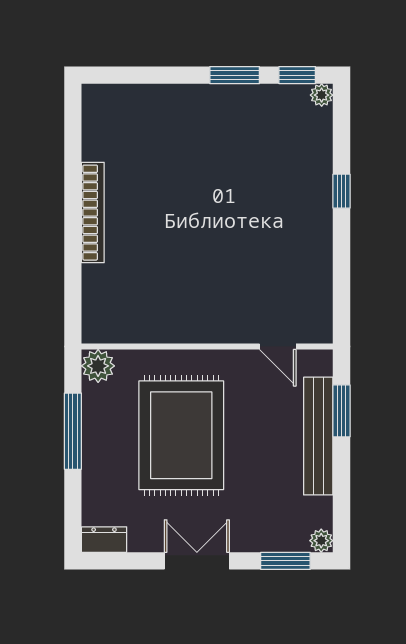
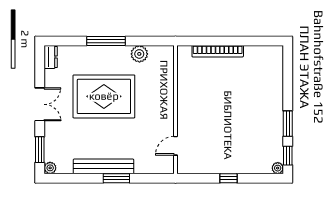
wall: (207, 347) -> (175, 110), moved
door: (278, 347) -> (175, 146), moved

